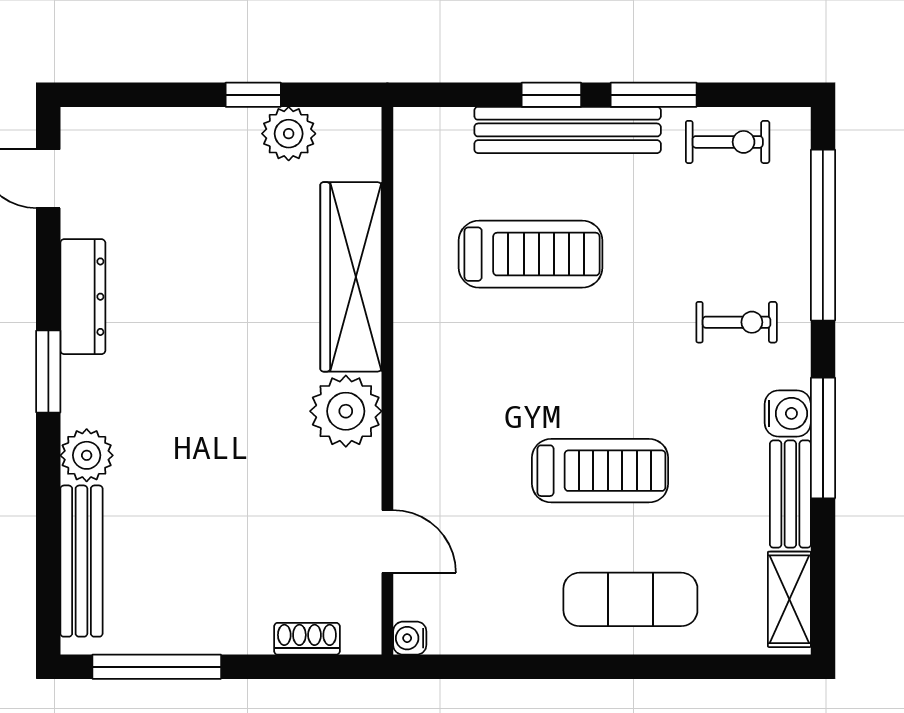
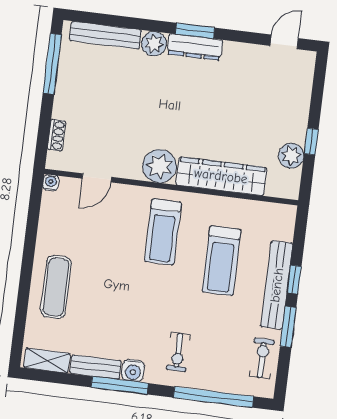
exercise bike: (728, 142) -> (262, 358), turned 180
dresser: (83, 297) -> (195, 47), moved
treadmill: (600, 471) -> (163, 232), moved

